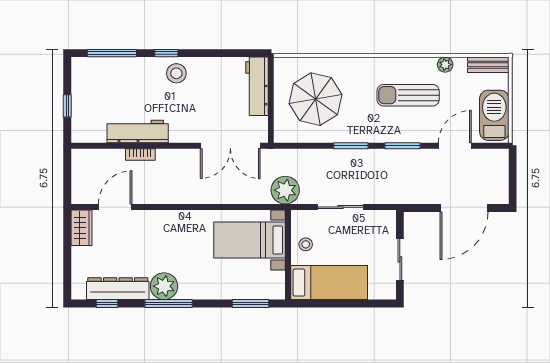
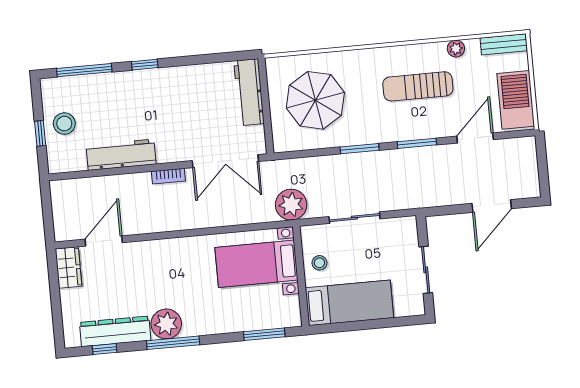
stool: (176, 73) -> (64, 124), moved
bookcase: (140, 155) -> (168, 176), moved
door: (464, 208) -> (492, 206), width x0.73

